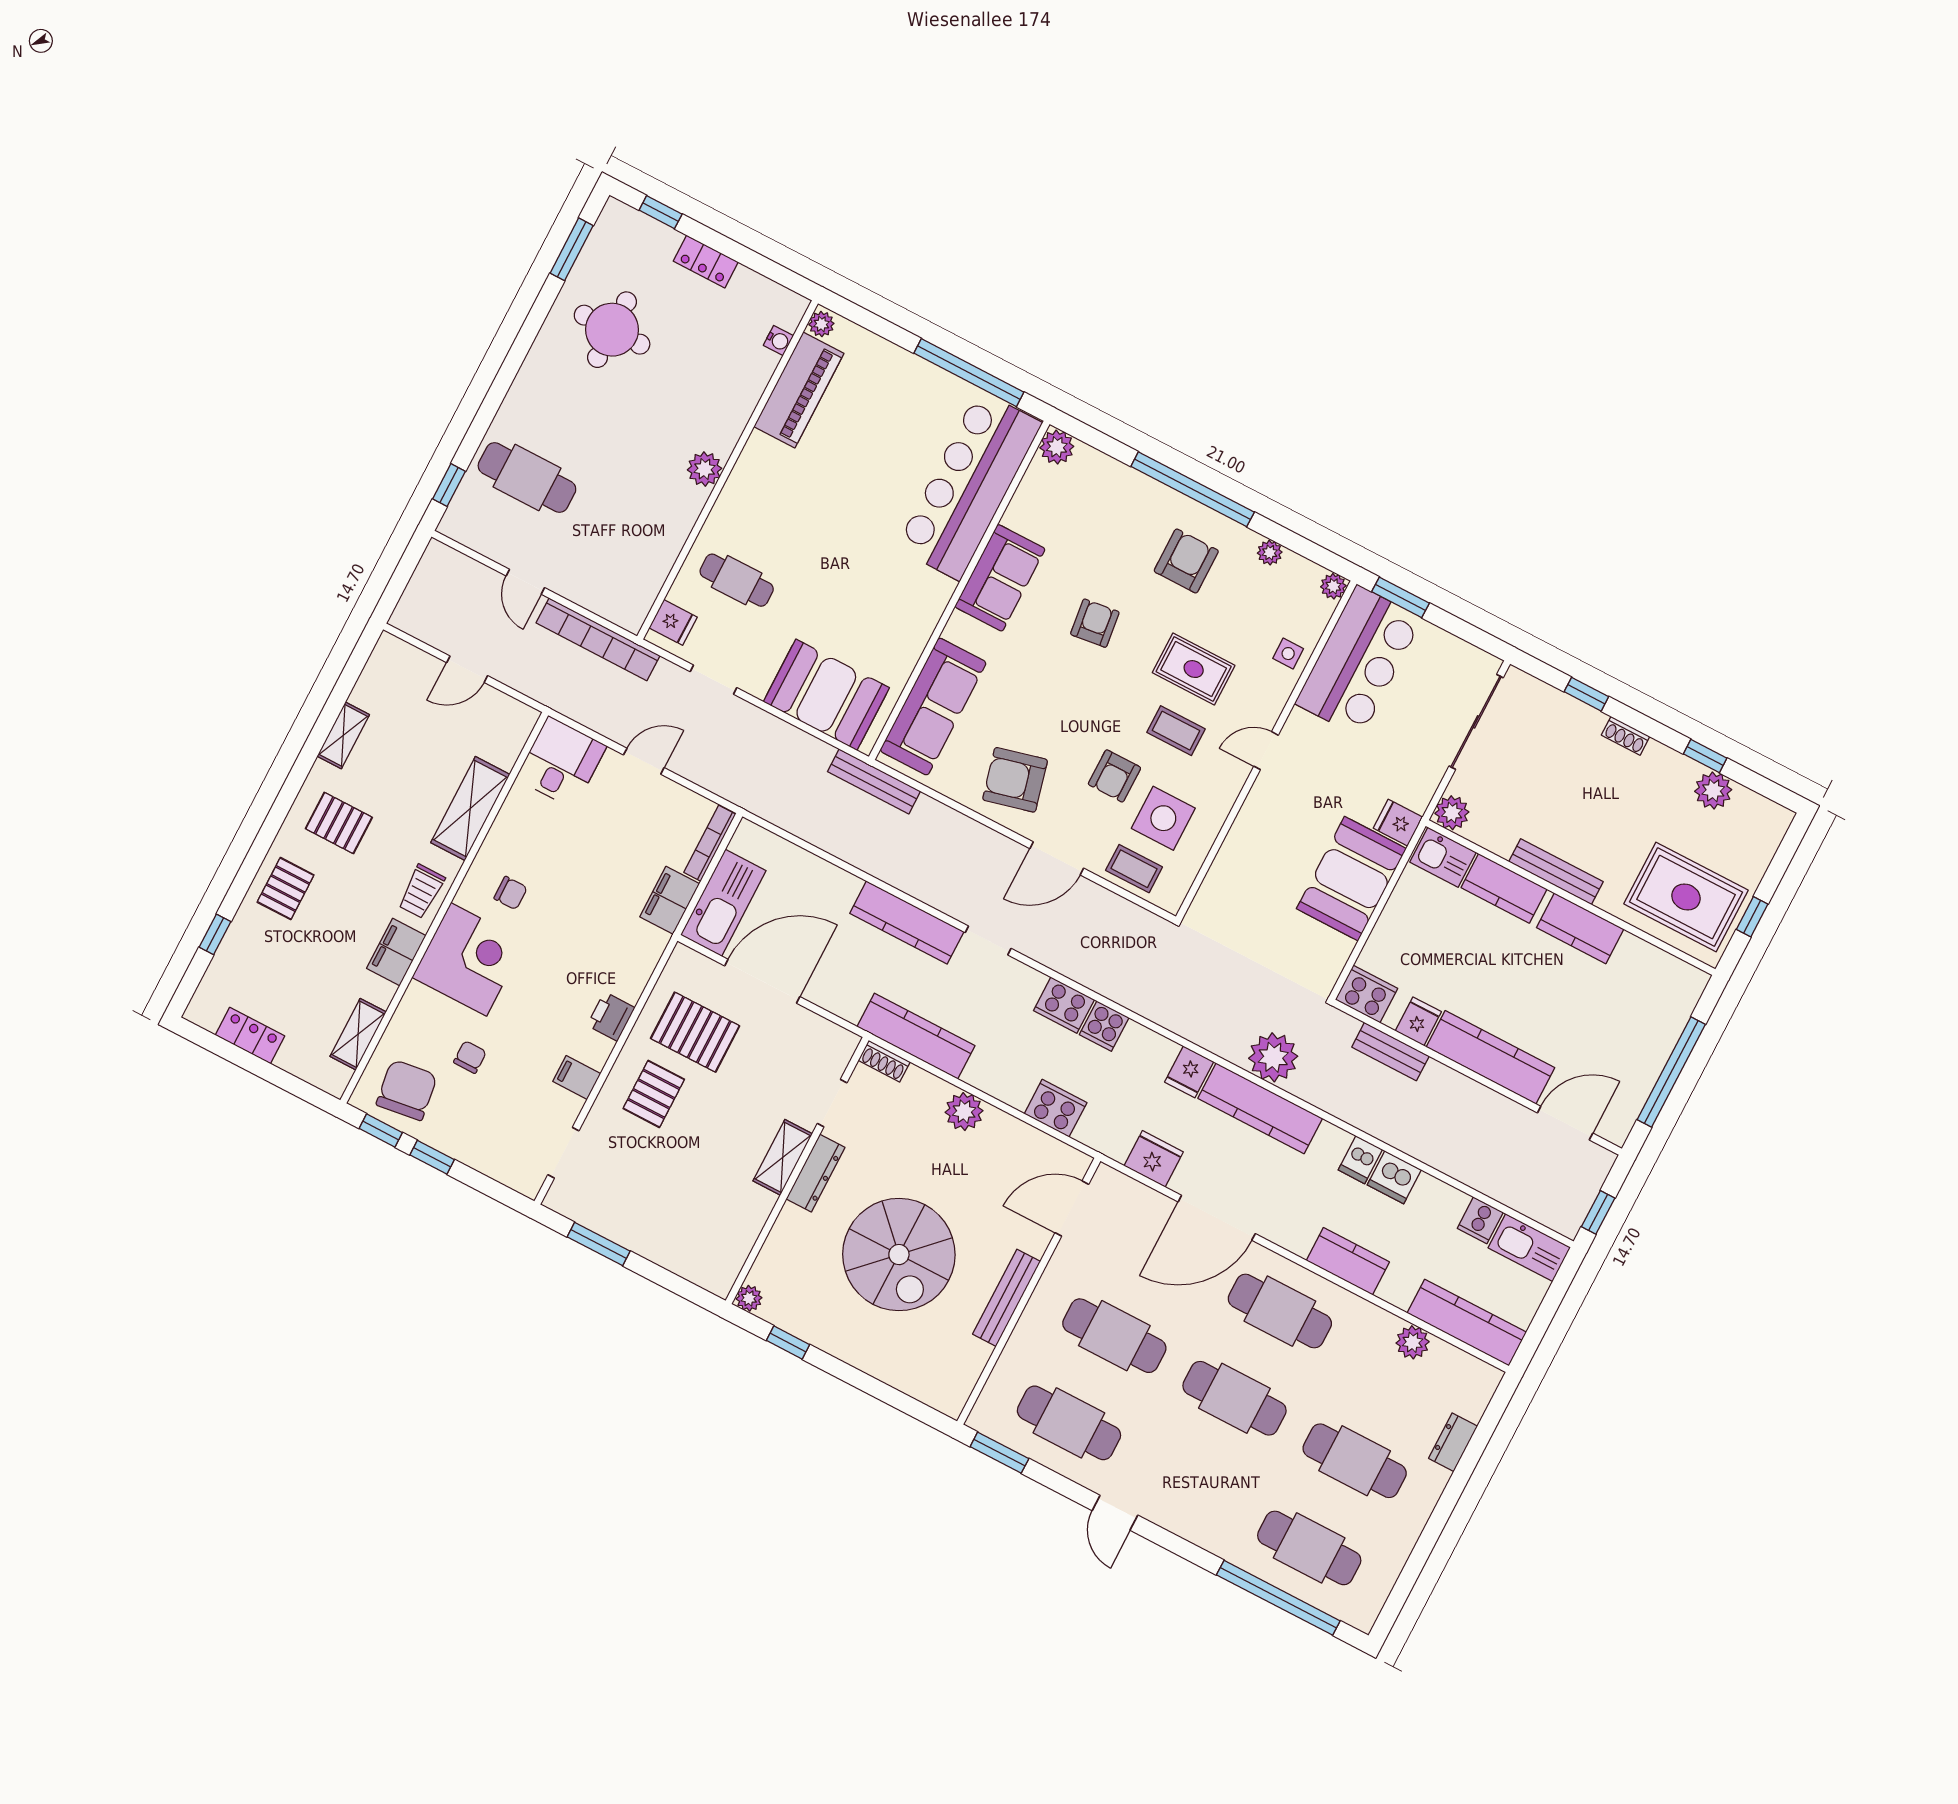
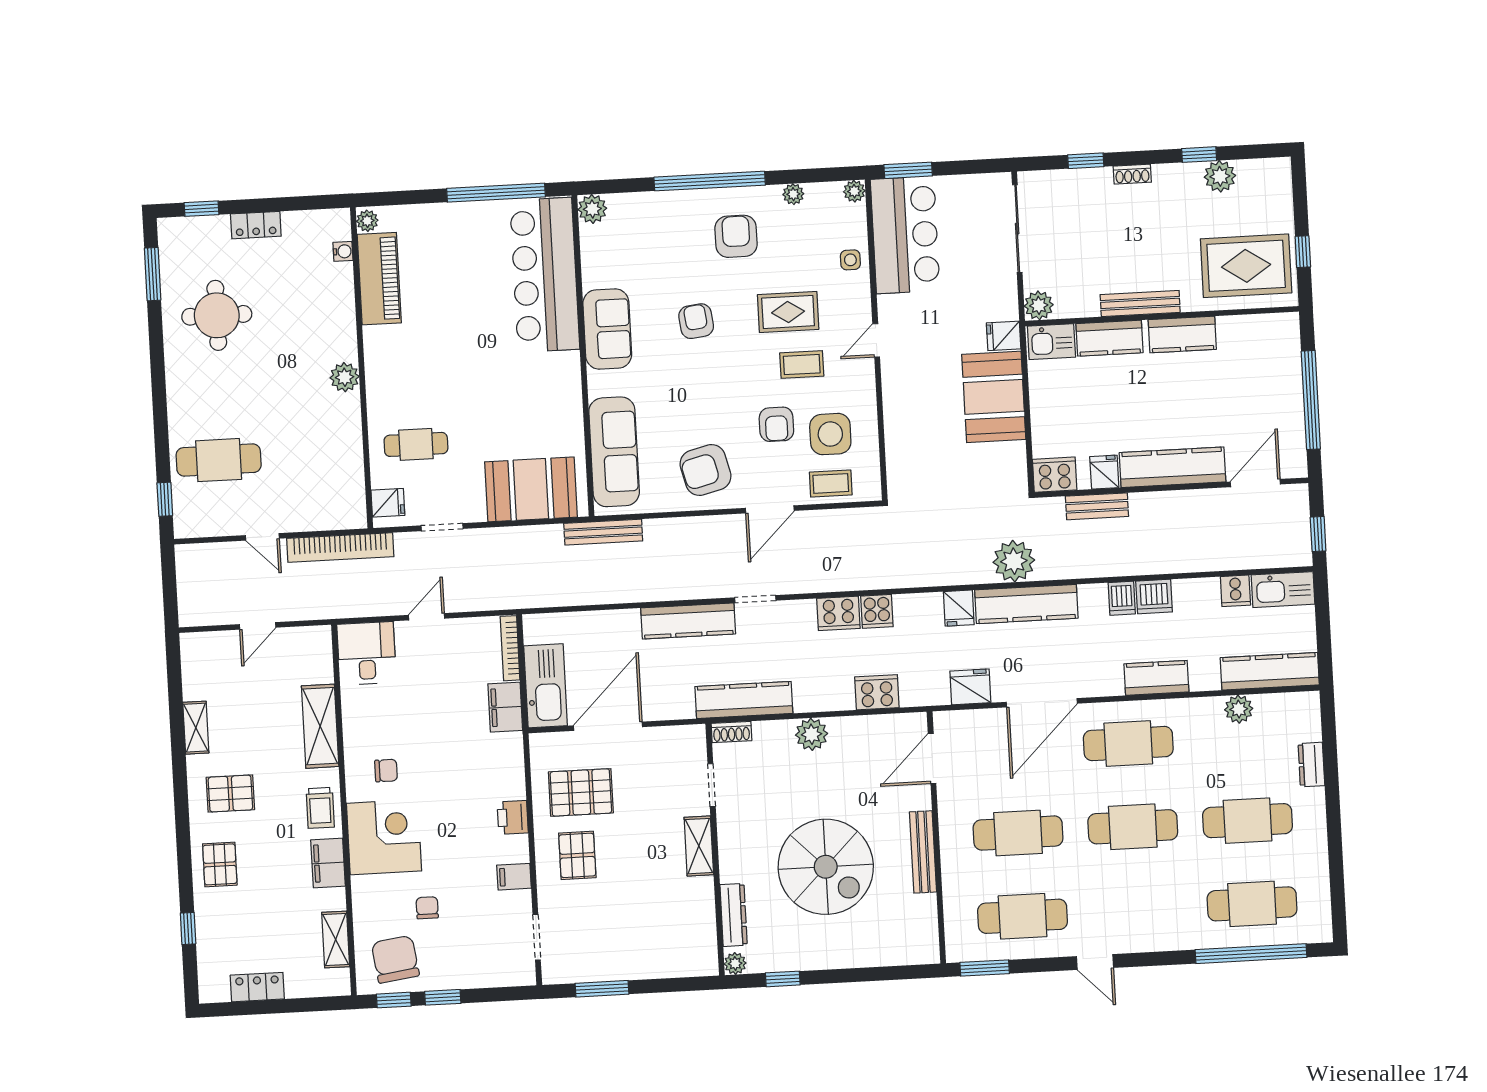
dresser: (815, 1173) -> (734, 915), moved

